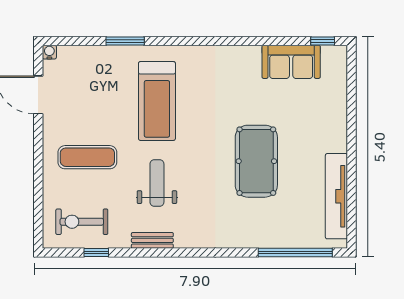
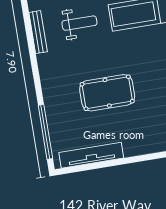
bench: (152, 240) -> (38, 32), width x1.36

